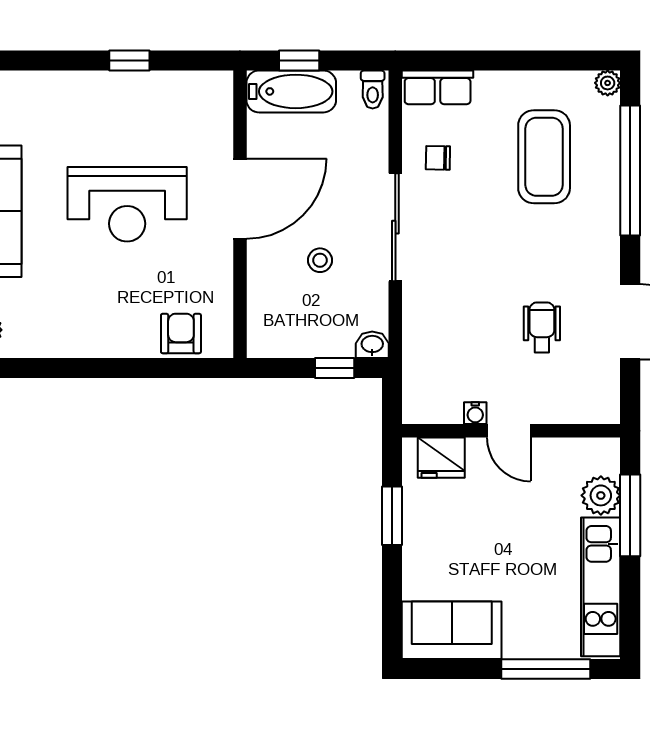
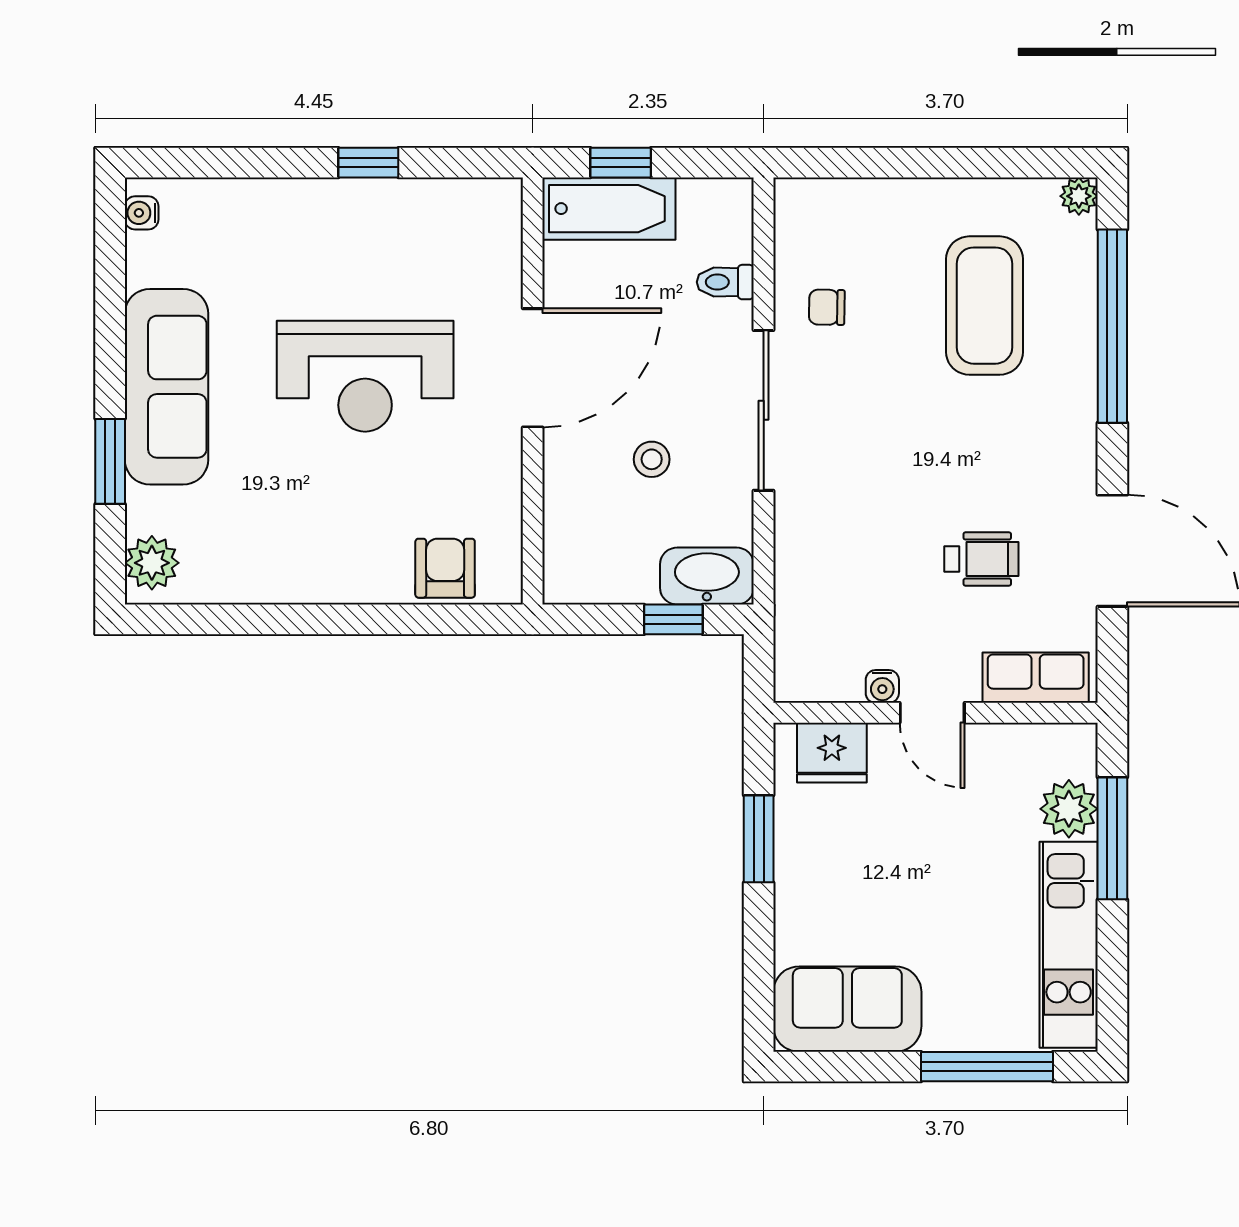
row of seats: (438, 87) -> (1036, 678), moved, turned 180
toilet: (373, 90) -> (725, 282), moved, turned 90
wheelchair: (542, 327) -> (981, 559), turned 90
washbasin: (372, 345) -> (707, 576), width x1.91, depth x1.45

